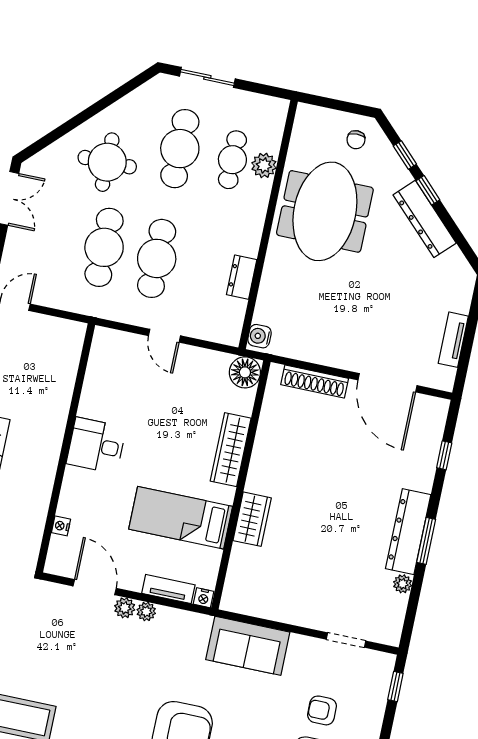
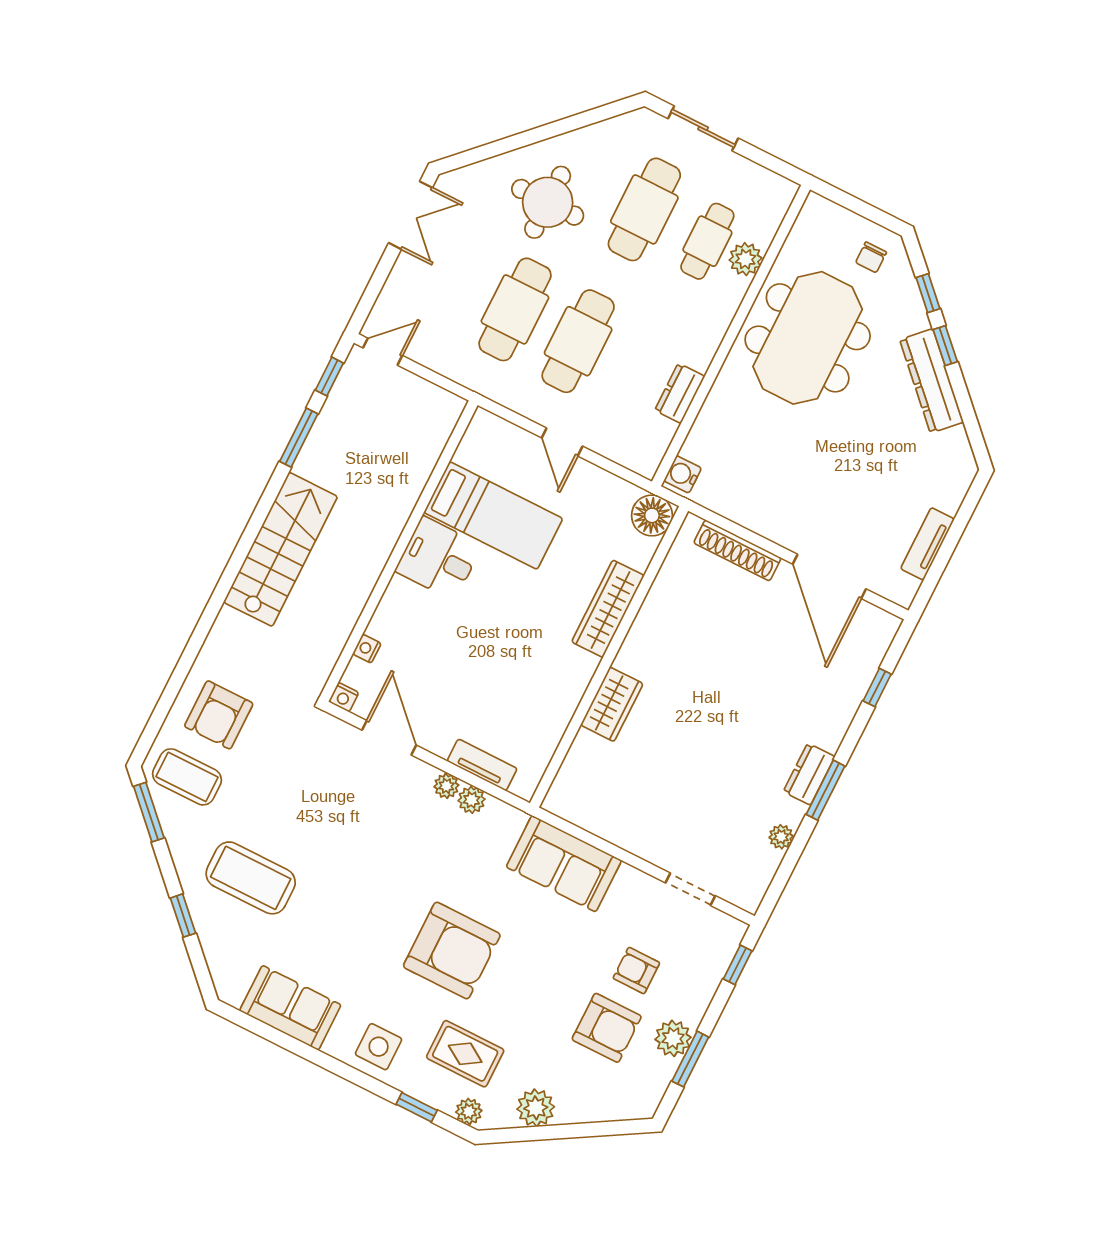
bed: (181, 518) -> (493, 515), moved, turned 180
dresser: (408, 532) -> (809, 774), width x0.51, depth x0.80
nightstand: (204, 598) -> (344, 697), moved
plant: (125, 608) -> (472, 800), moved

